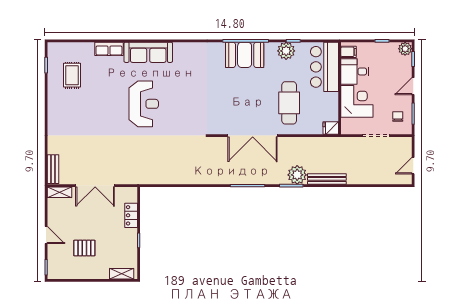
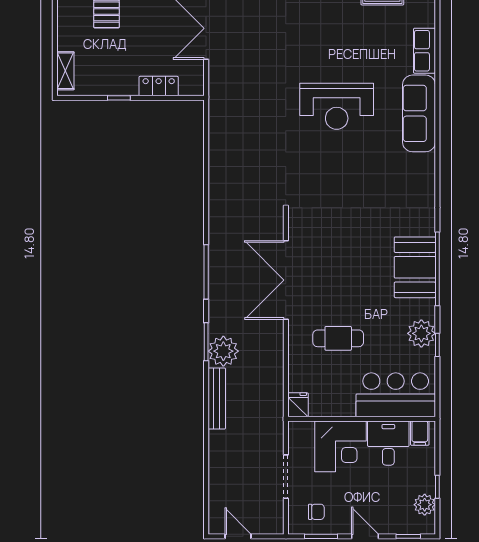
plant: (405, 49) -> (425, 505), moved
cafe table: (289, 103) -> (338, 338), width x0.73, depth x0.74

